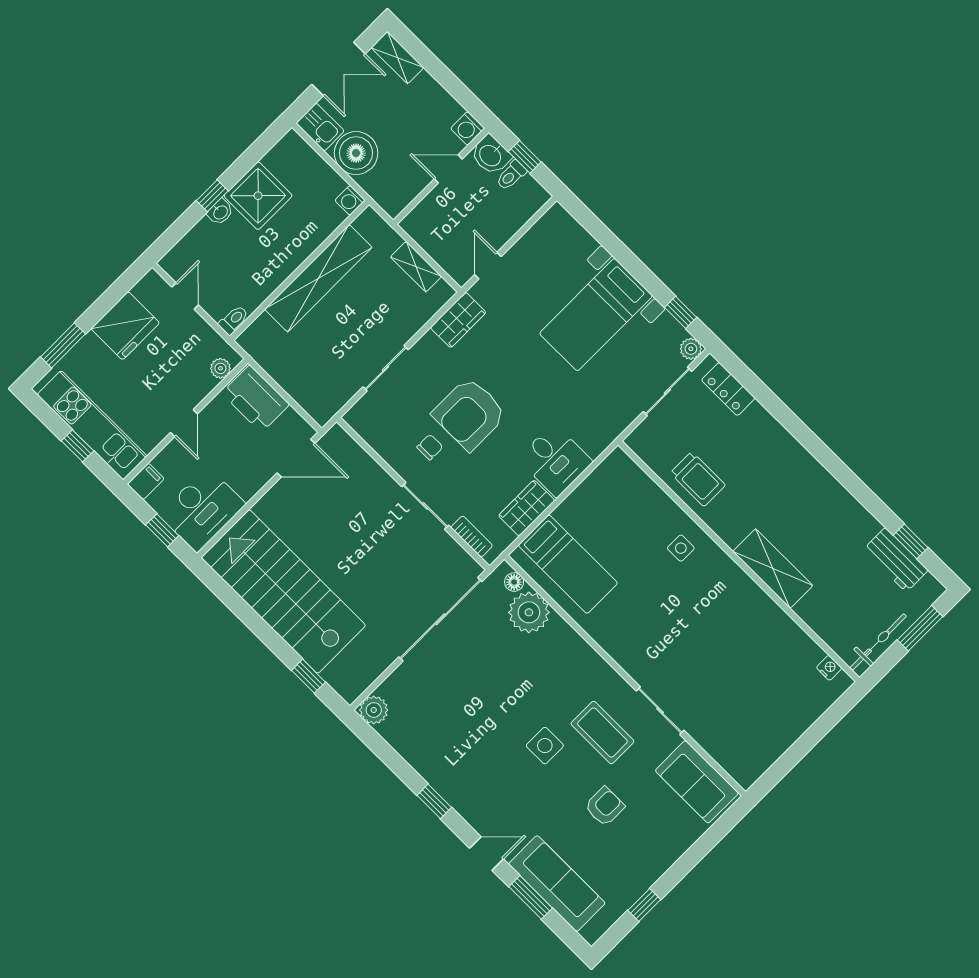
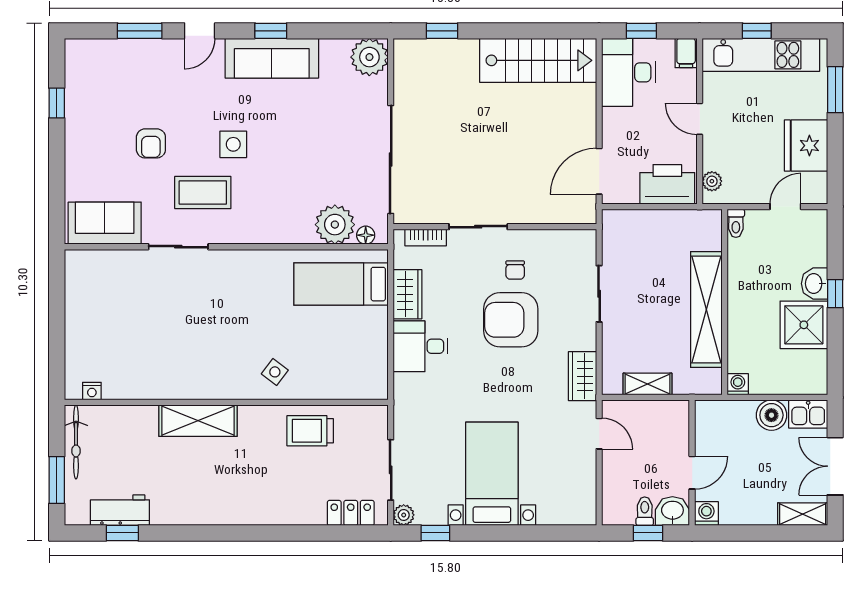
boiler: (356, 153) -> (771, 415), width x0.73, depth x0.73
washbasin: (220, 212) -> (814, 284), width x1.38, depth x1.45
door: (185, 296) -> (785, 207), swing flipped
armchair: (469, 414) -> (511, 320), turned -90
side table: (681, 548) -> (275, 372), turned 37
stairs: (283, 591) -> (538, 60), width x0.73, depth x0.66
plant: (374, 710) -> (369, 57), width x1.36, depth x1.36
sofa: (557, 884) -> (272, 58), moved

